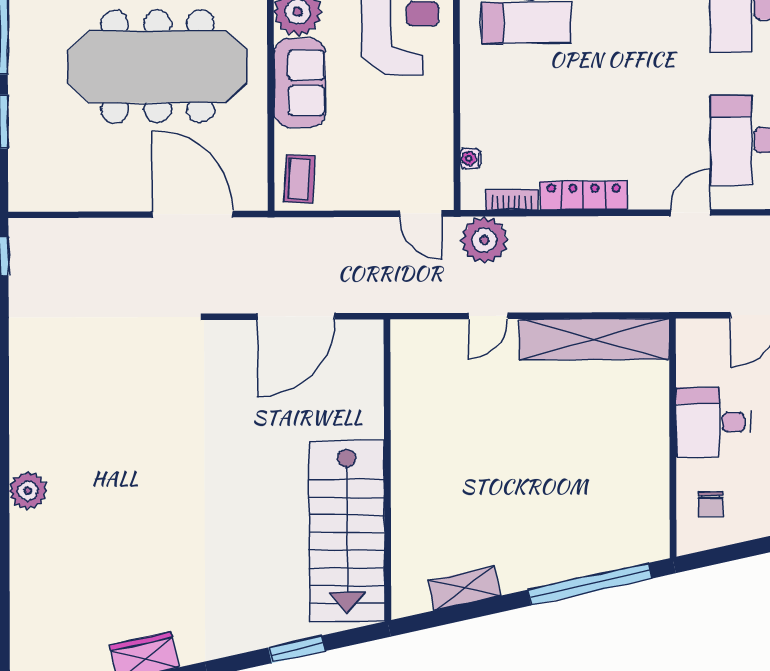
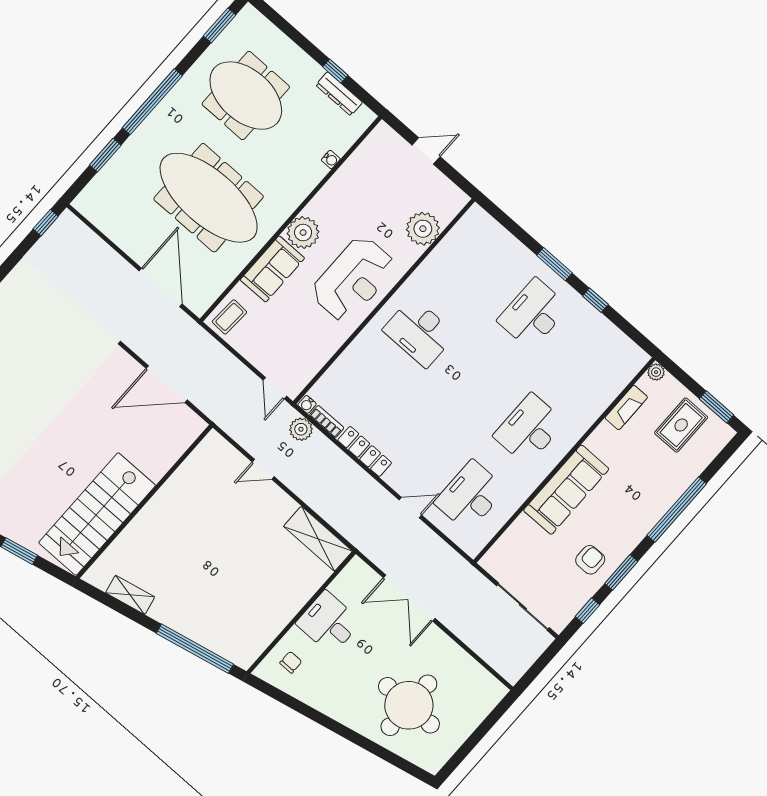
water cooler: (470, 158) -> (307, 404), moved, turned -90
plant: (484, 240) -> (301, 429), width x0.73, depth x0.73
shelving: (594, 339) -> (318, 539), width x0.68
chair: (710, 504) -> (291, 662), turned 180

